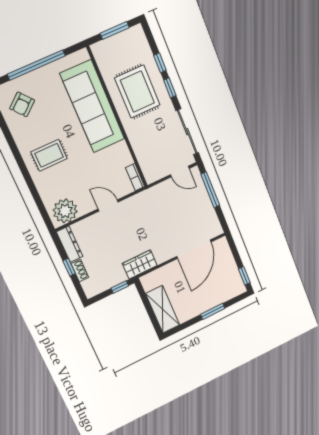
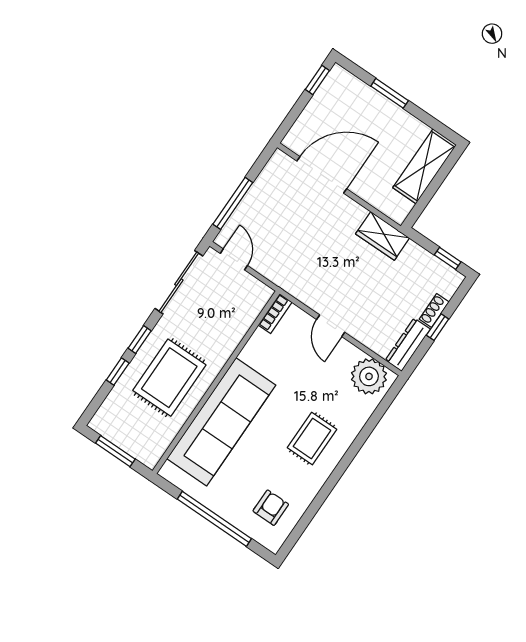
armchair: (22, 104) -> (271, 508), turned -50
rug: (49, 155) -> (312, 438), turned 90
window: (120, 287) -> (448, 258), moved

